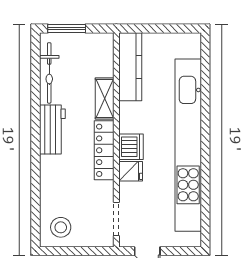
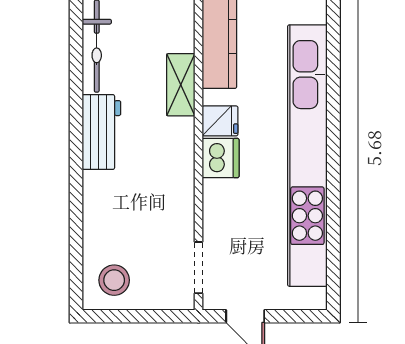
locker: (104, 150) -> (180, 163), removed
fridge: (131, 171) -> (220, 121), moved

